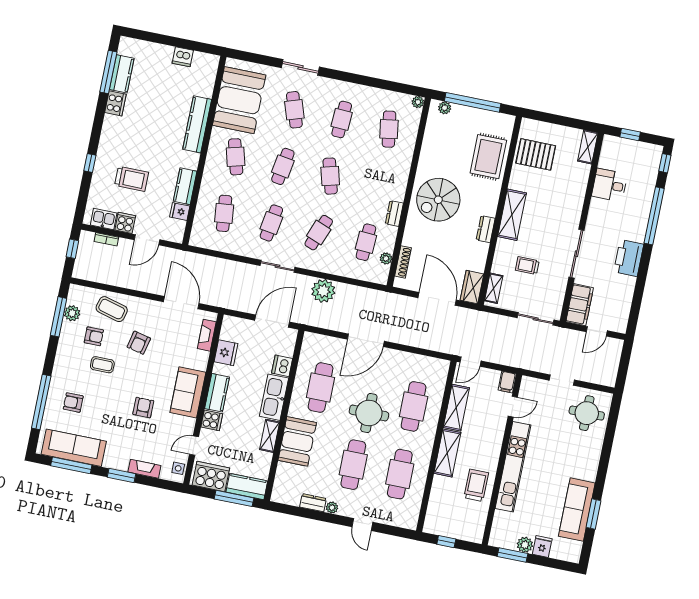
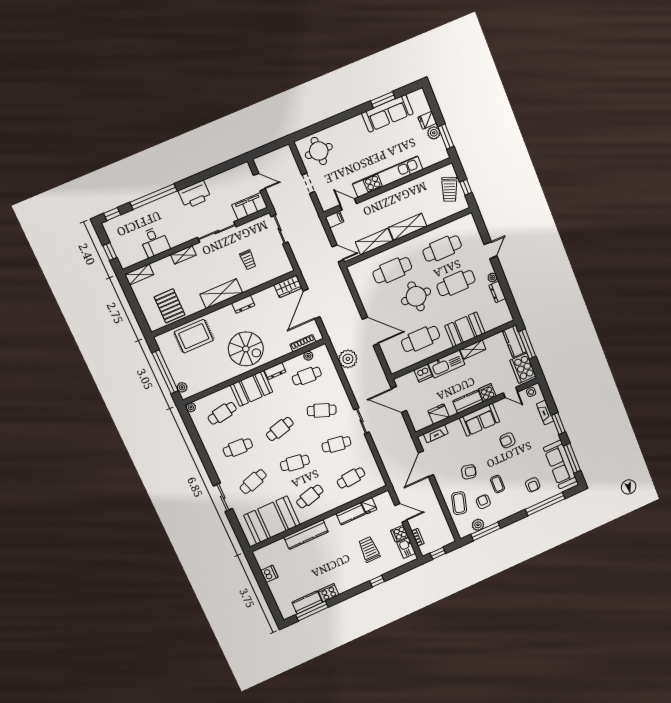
booth: (393, 177) -> (251, 388), added
shelving: (494, 288) -> (183, 255), moved
plant: (323, 291) -> (348, 359), moved
trolley: (476, 485) -> (449, 189), moved, turned -69

